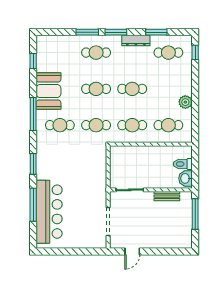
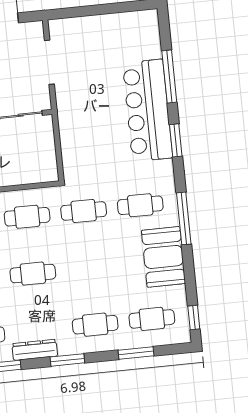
window: (87, 32) -> (136, 353), moved
window: (33, 61) -> (194, 318), moved
cafe table: (96, 89) -> (152, 319), moved
bar counter: (49, 212) -> (148, 110), moved

